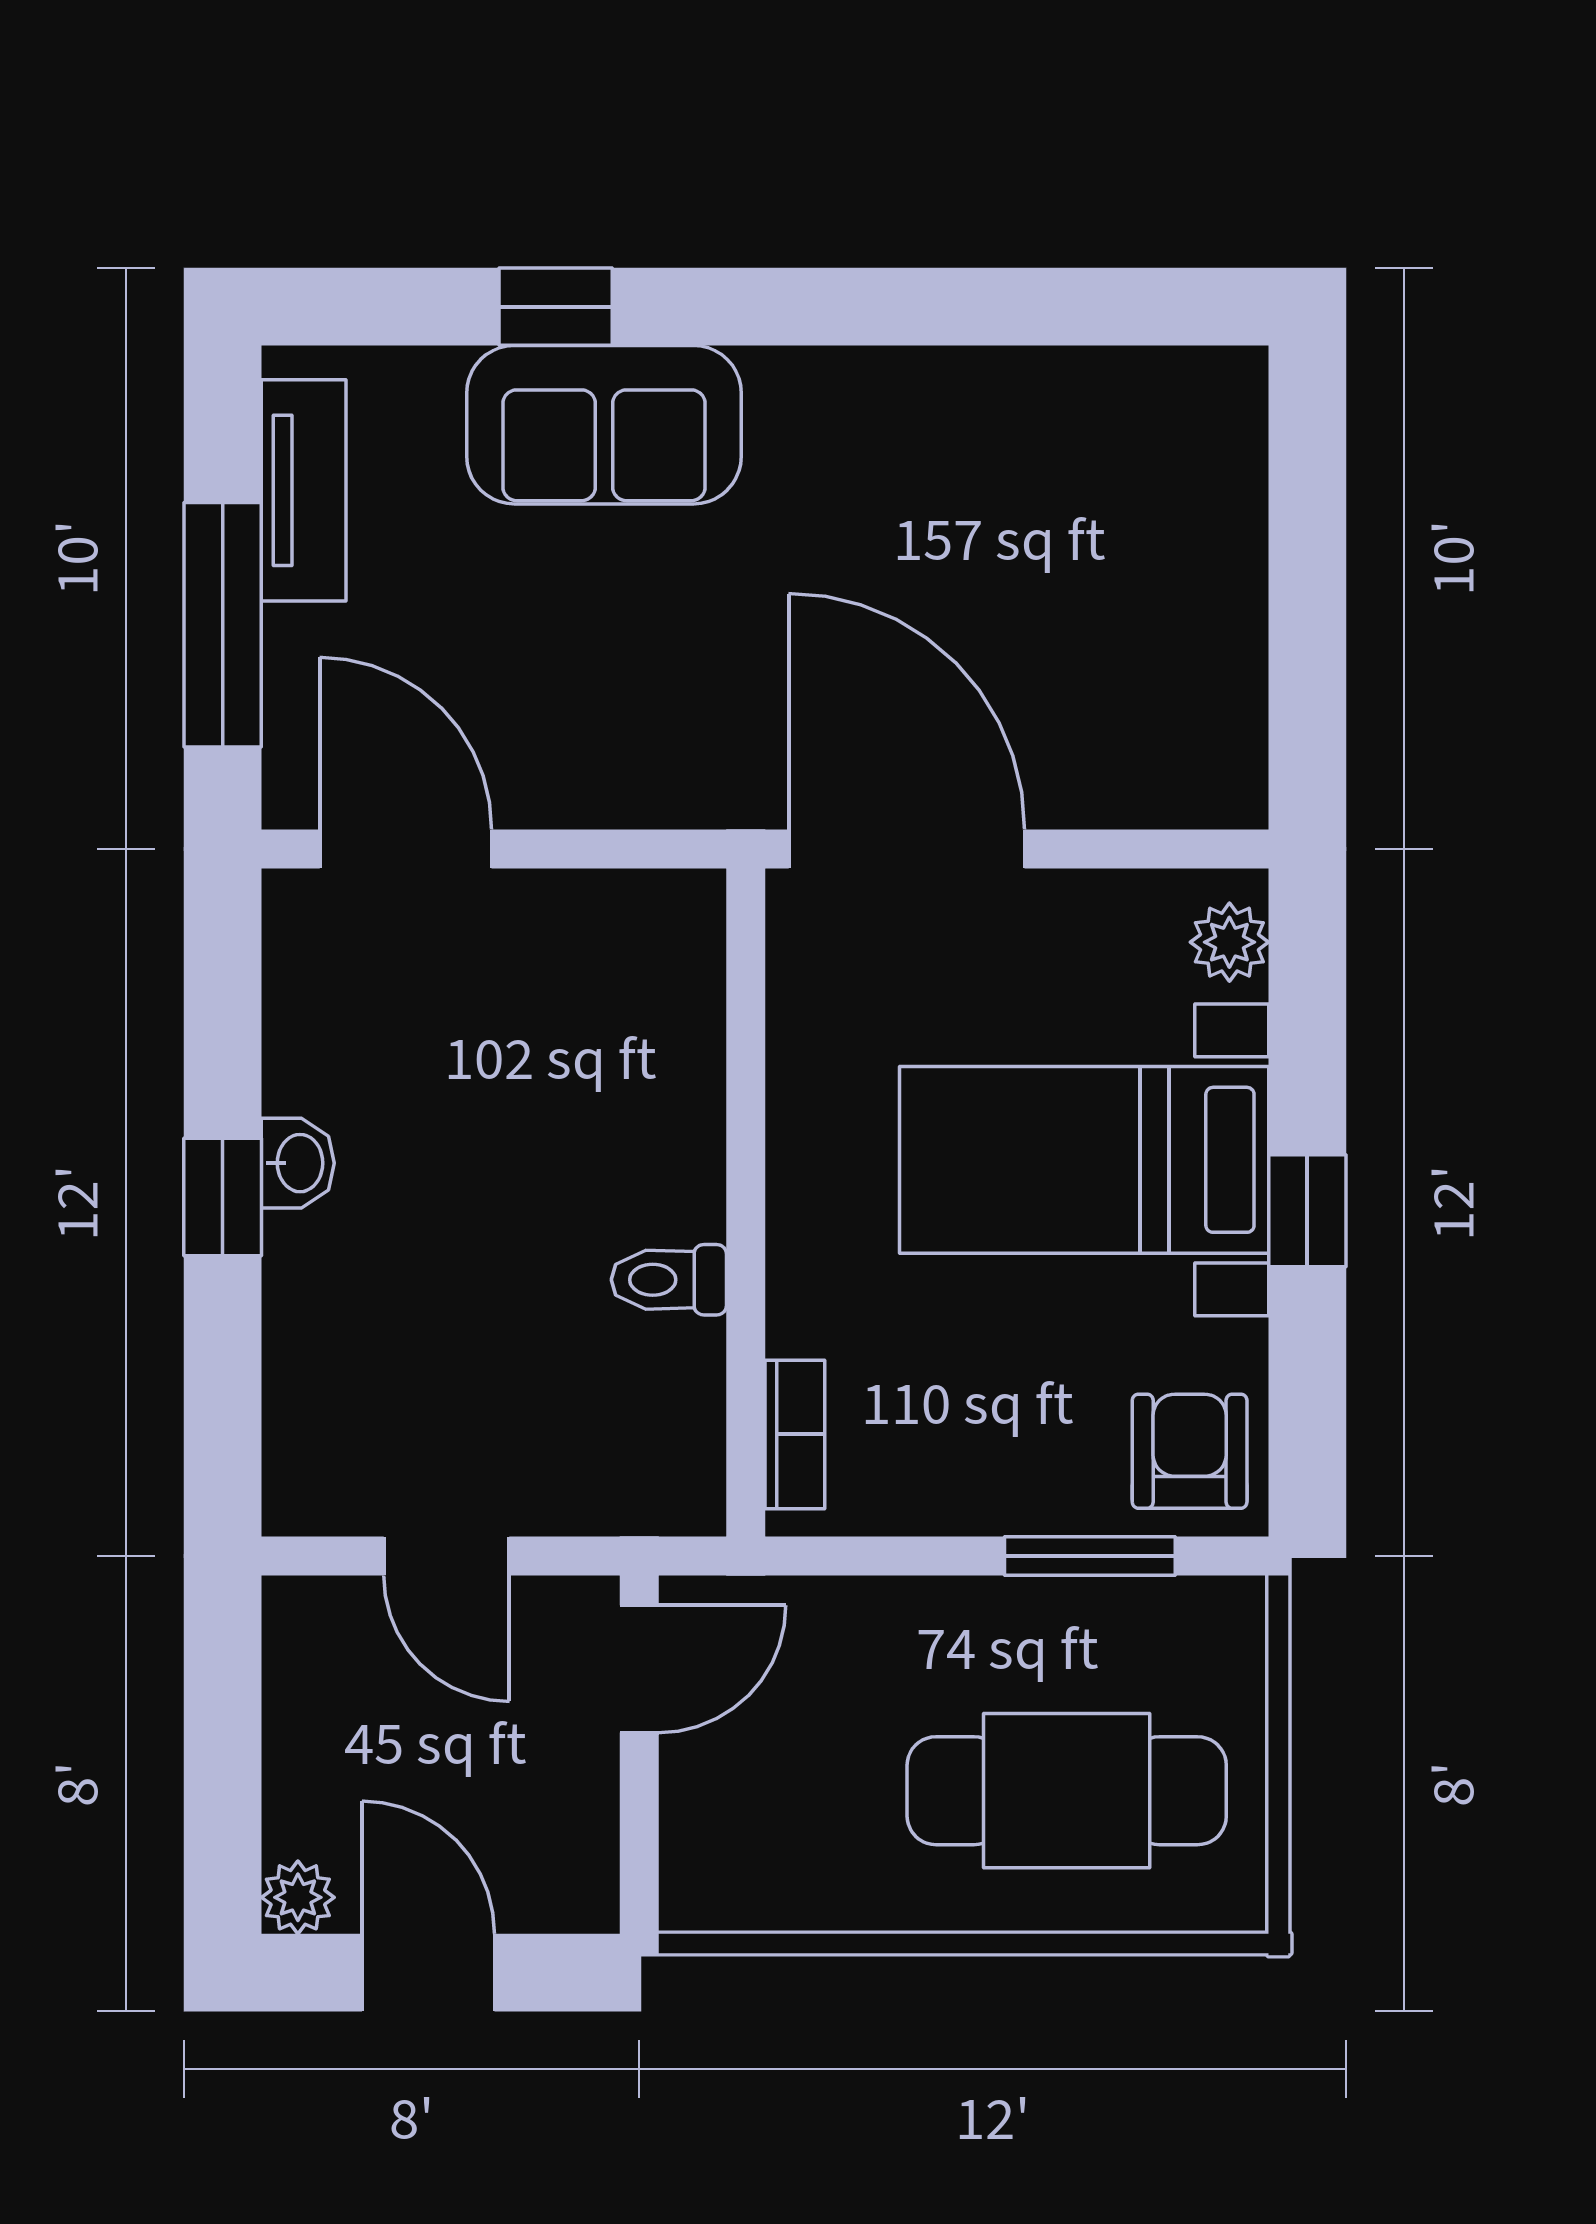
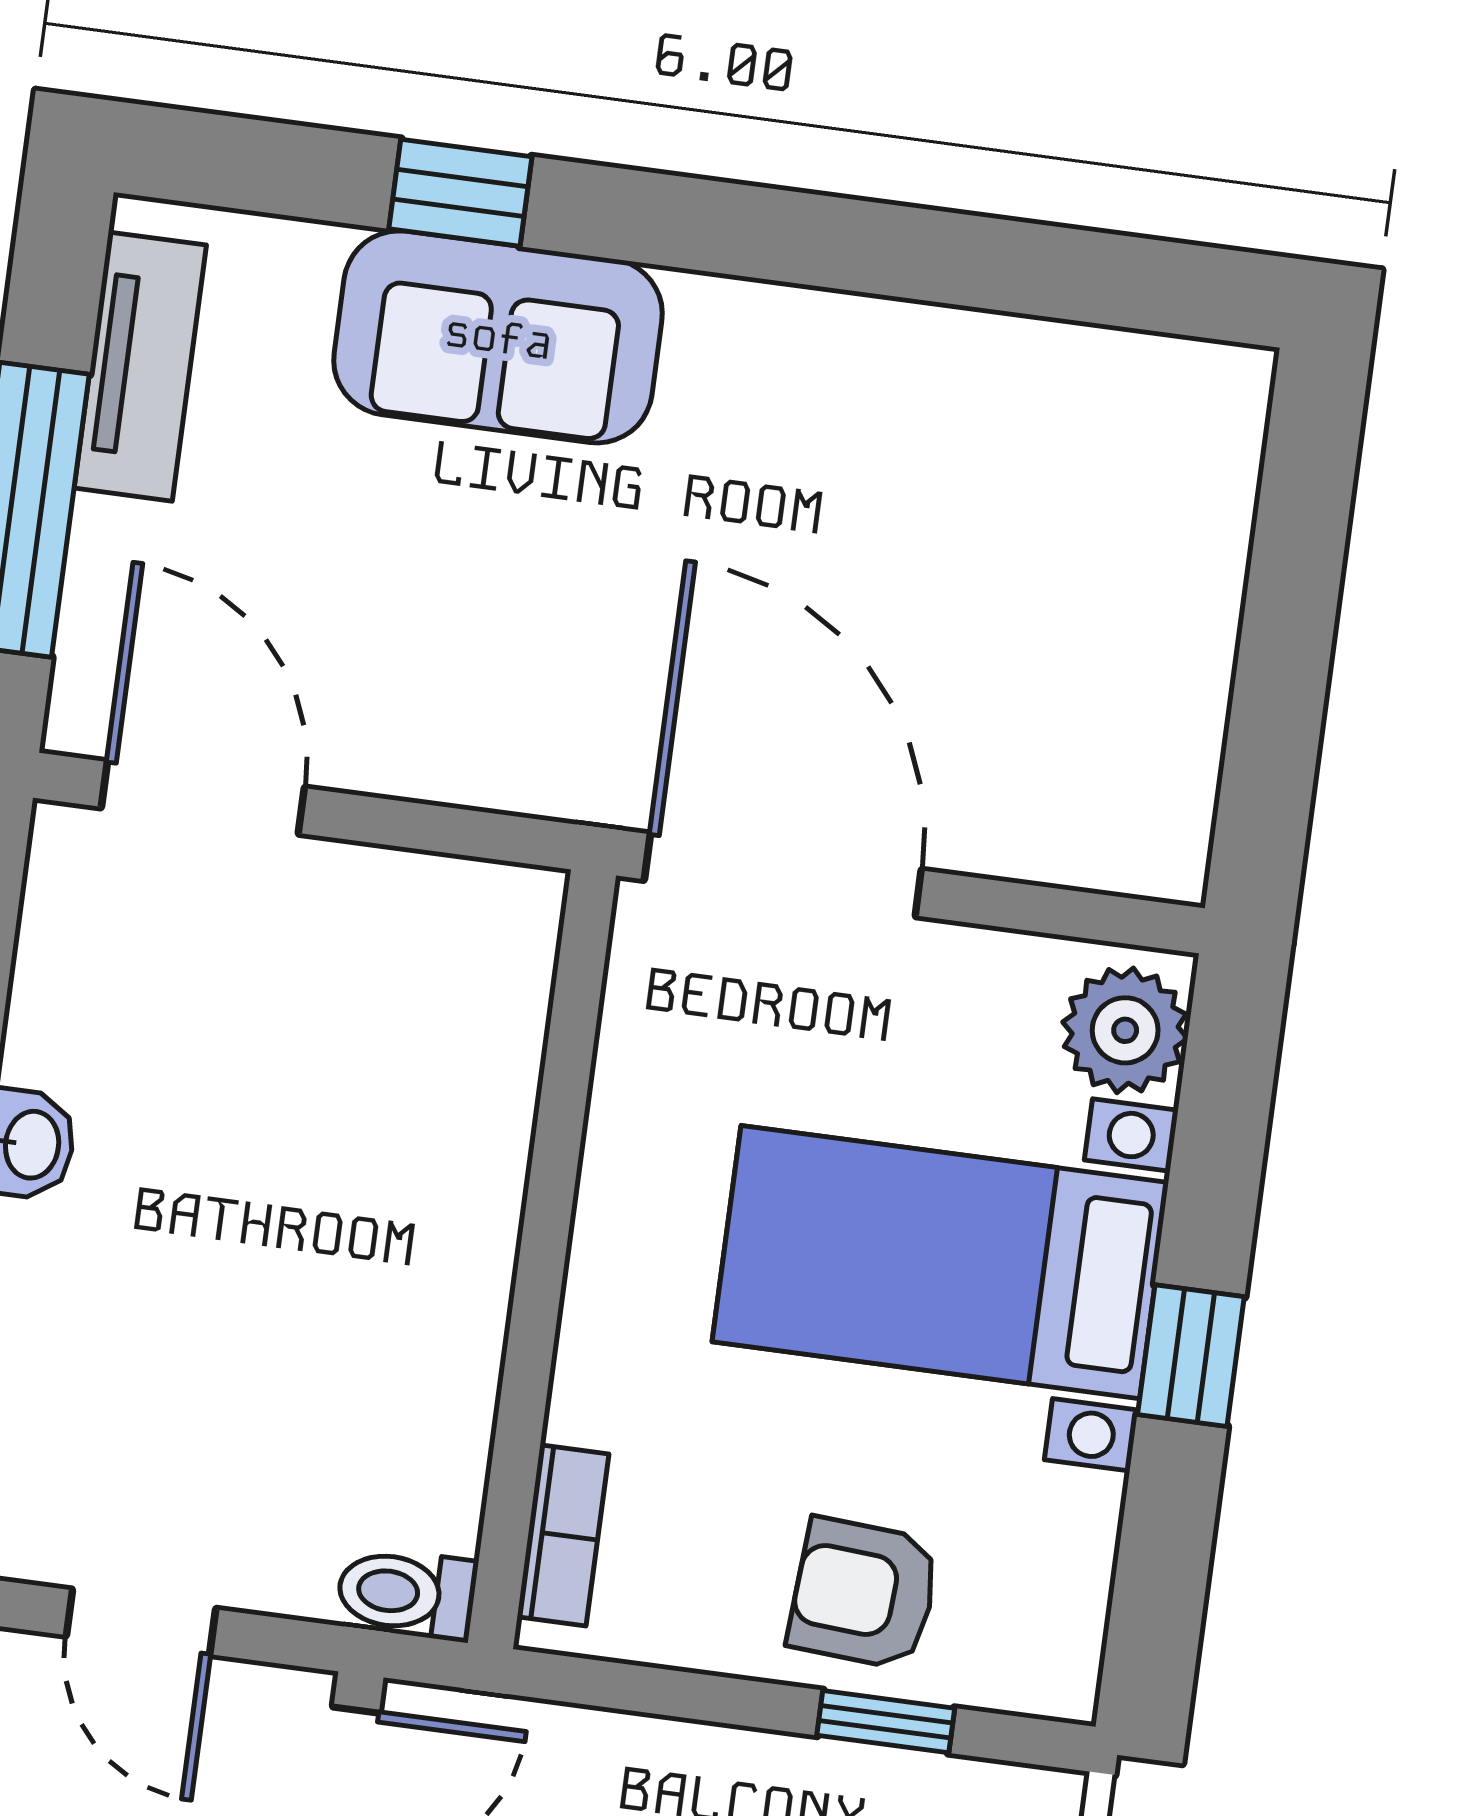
plant: (1229, 942) -> (1125, 1030), width x1.38, depth x1.38
toilet: (669, 1280) -> (407, 1593), moved
armchair: (1190, 1451) -> (864, 1594), moved, turned -86
window: (1090, 1556) -> (886, 1722), width x0.67

